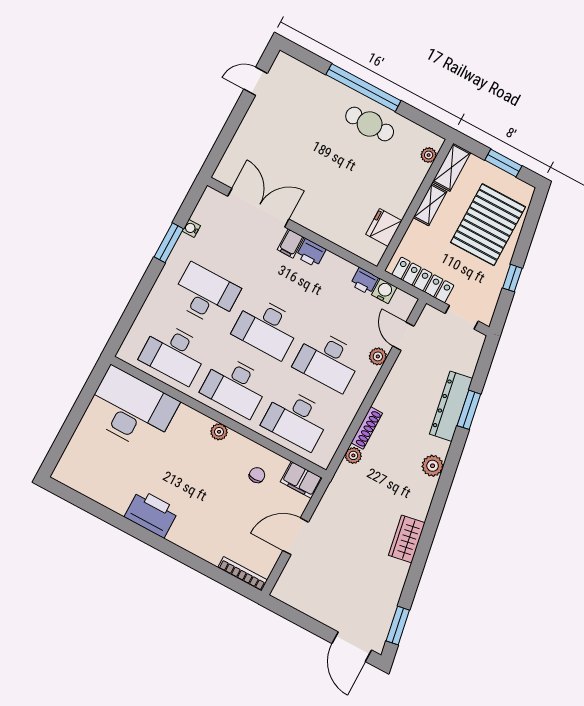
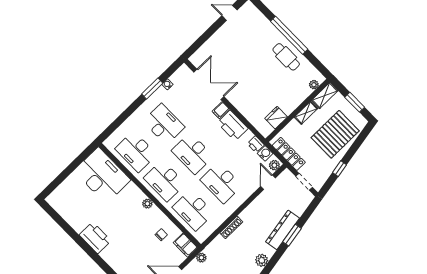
printer: (311, 253) -> (233, 126), width x1.87, depth x1.48
plant: (378, 356) -> (274, 165), moved
plant: (353, 455) -> (201, 258), moved

